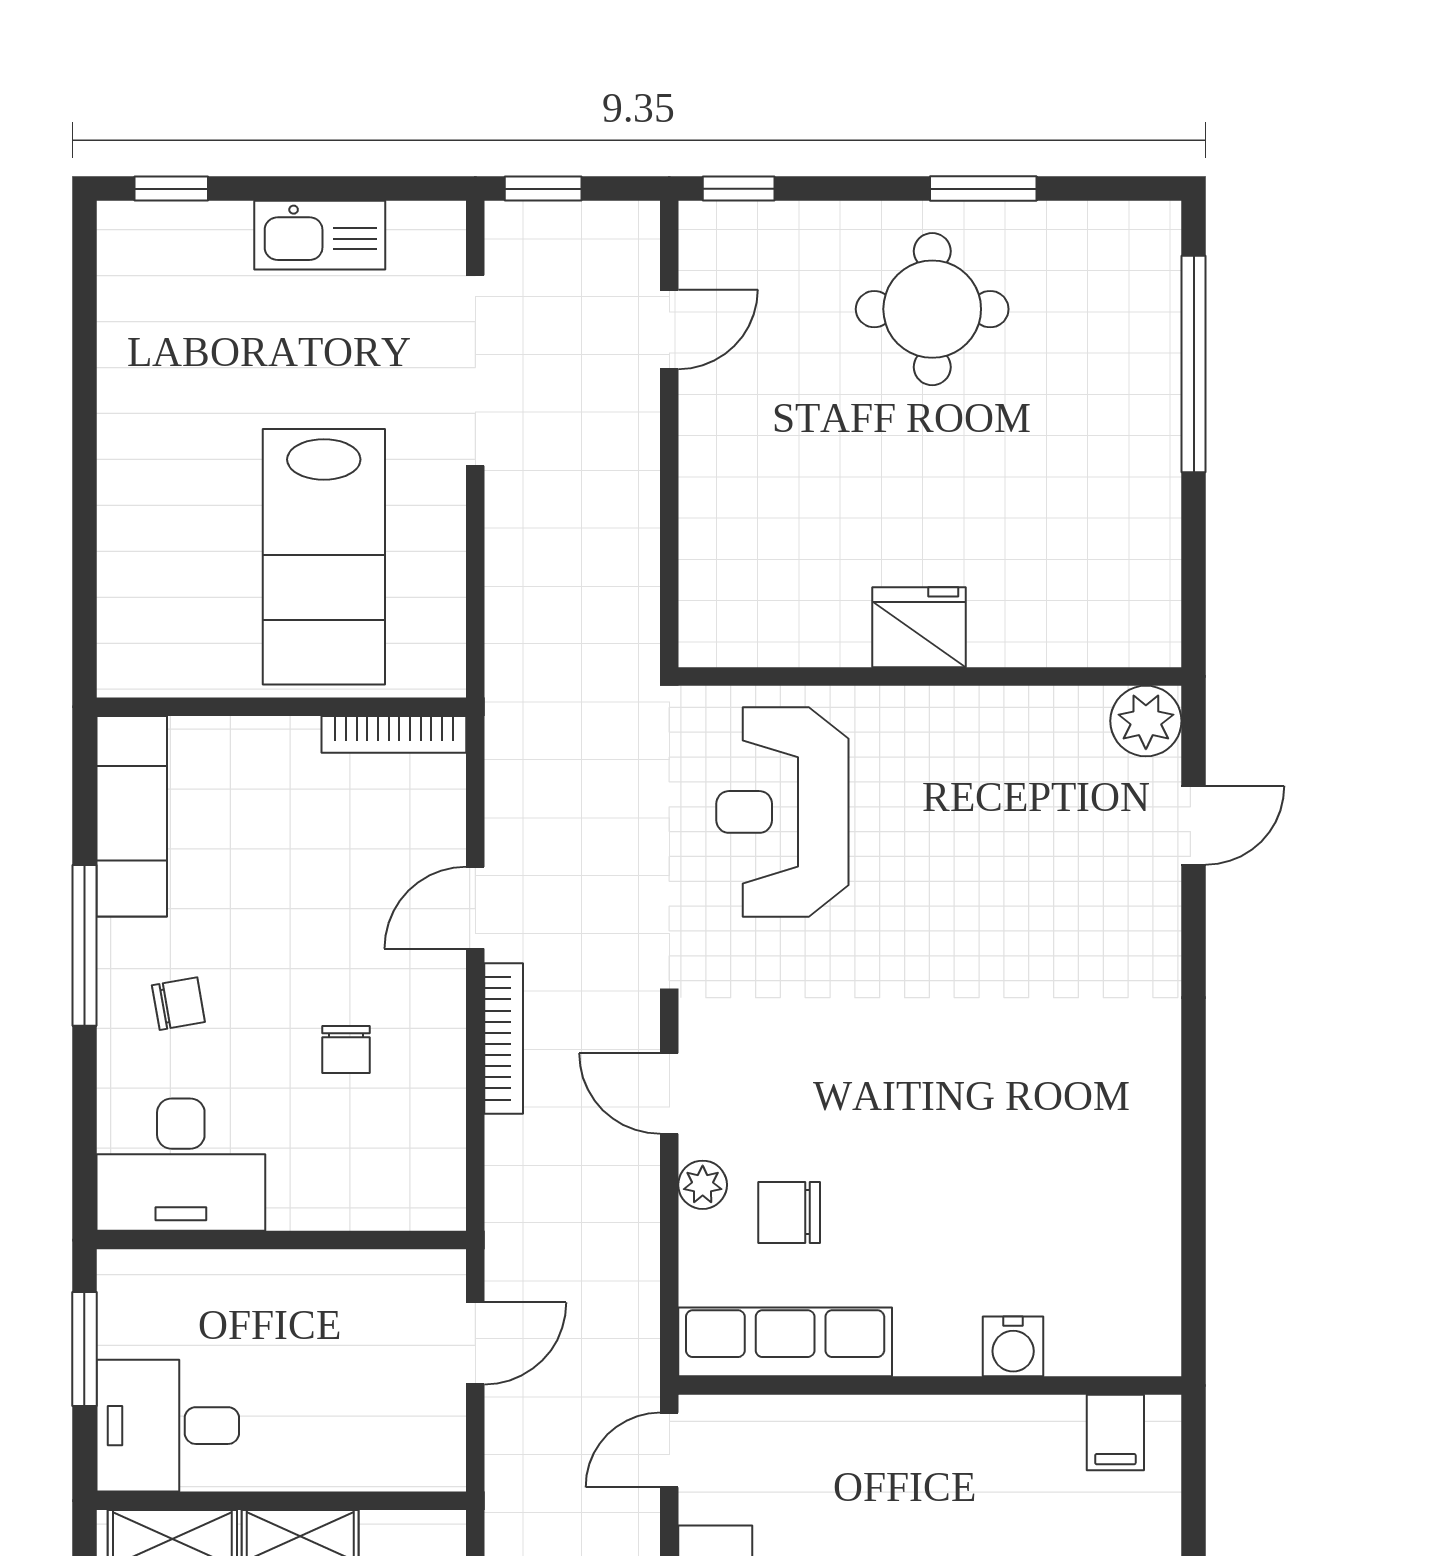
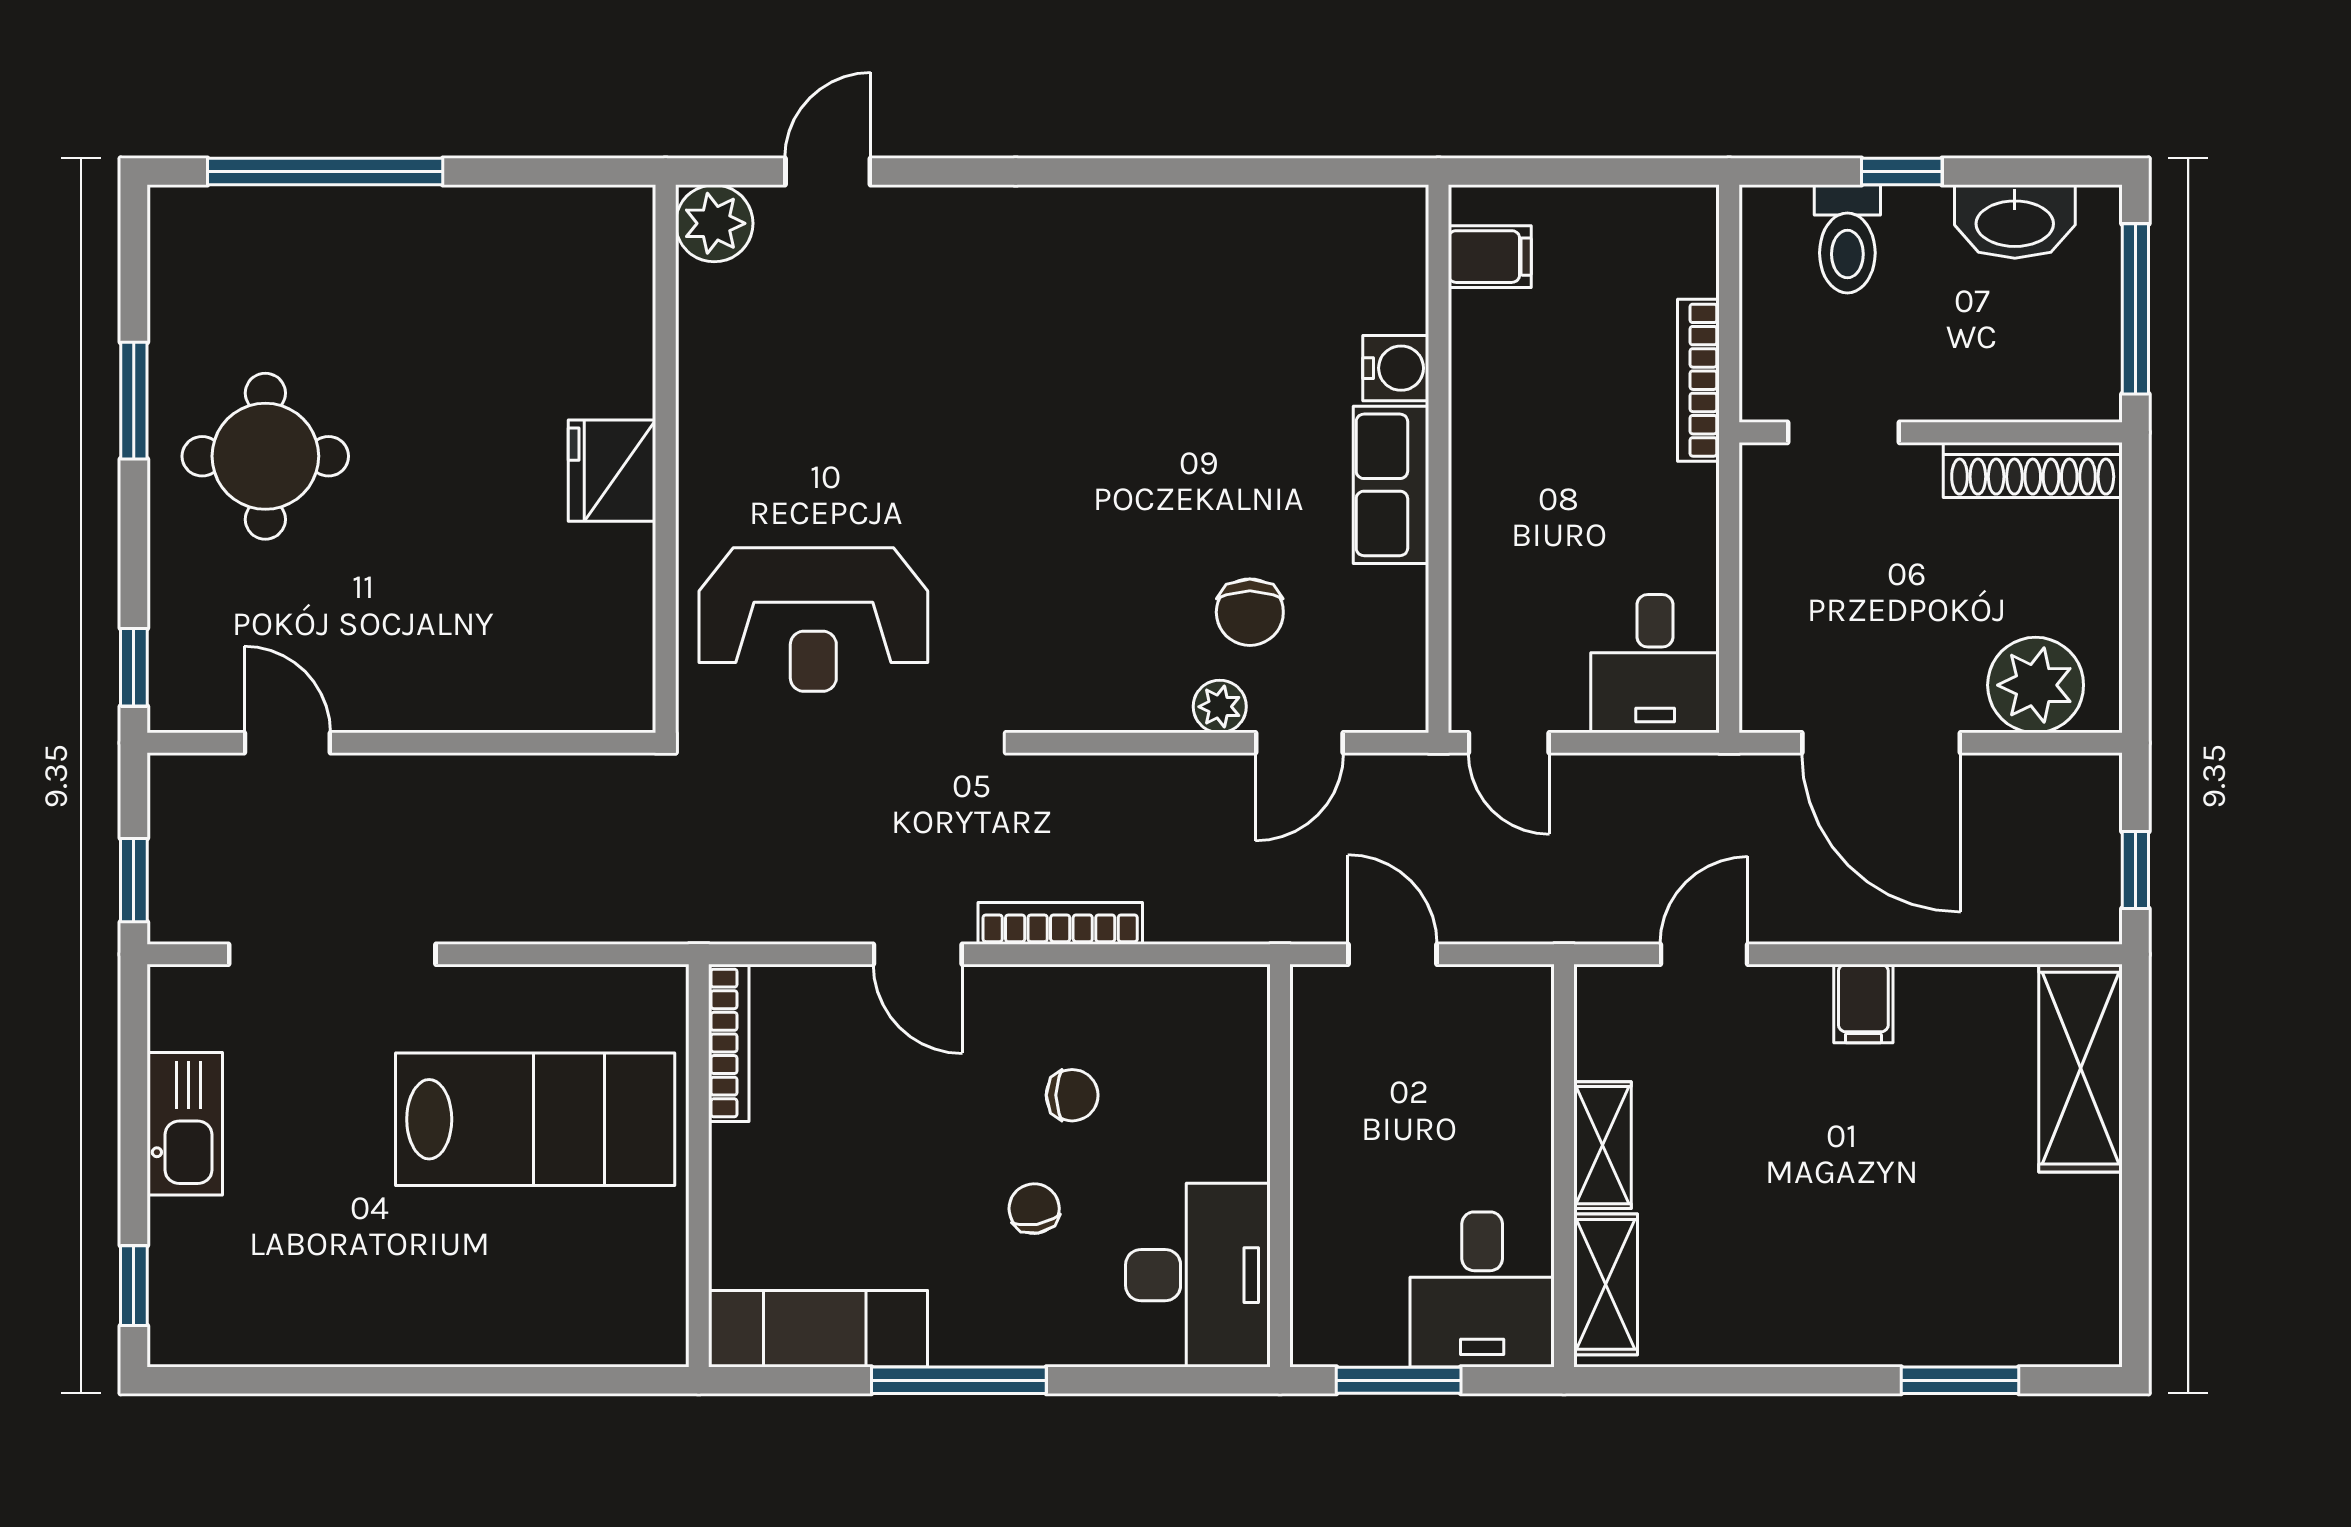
door: (1194, 825) -> (828, 171), hinge flipped
chair: (178, 1004) -> (1034, 1209), moved
door: (669, 1093) -> (1299, 743), moved
row of seats: (785, 1342) -> (1391, 485), moved, width x0.68

